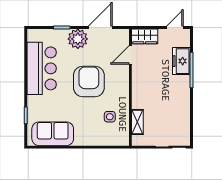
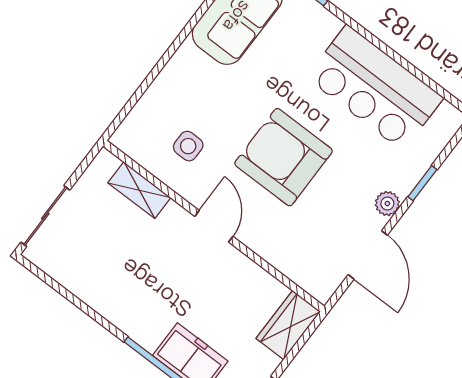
plant: (78, 39) -> (387, 204), width x0.53, depth x0.53
door: (130, 55) -> (214, 226), moved
armchair: (89, 81) -> (283, 157), turned 180

